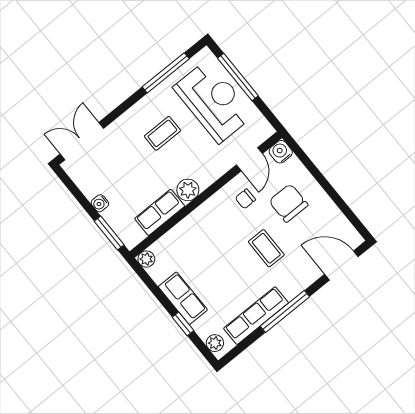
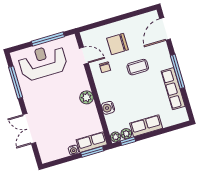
window: (238, 77) -> (48, 39), moved
coffee table: (162, 133) -> (49, 98), removed
double door: (82, 141) -> (29, 129), moved
water cooler: (281, 152) -> (108, 108), moved
row of seats: (160, 212) -> (92, 142), moved, turned 90
window: (183, 324) -> (128, 141), moved
plant: (215, 343) -> (126, 134), moved

